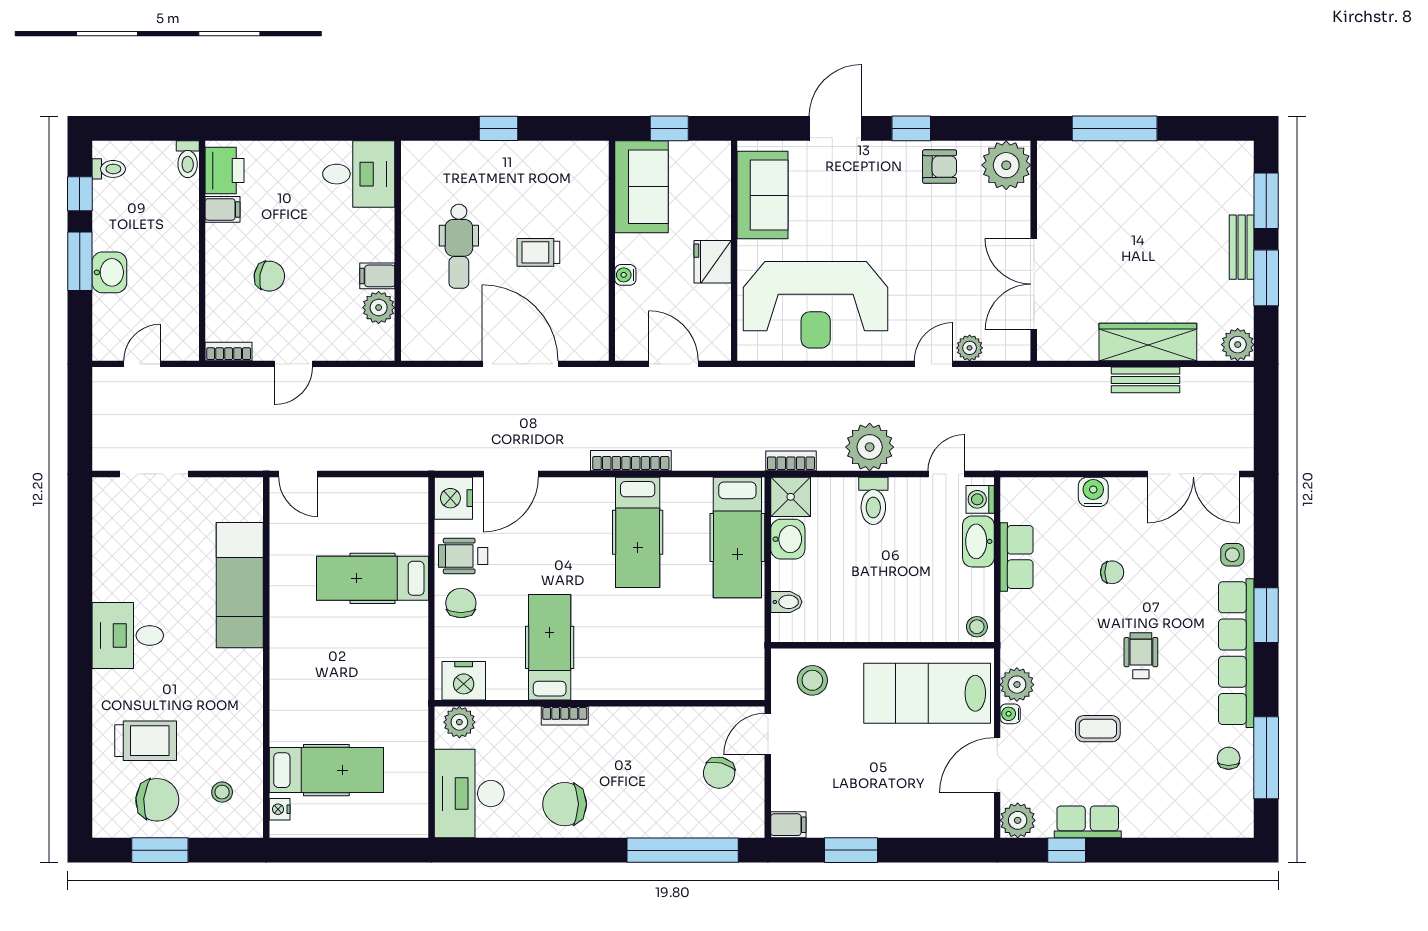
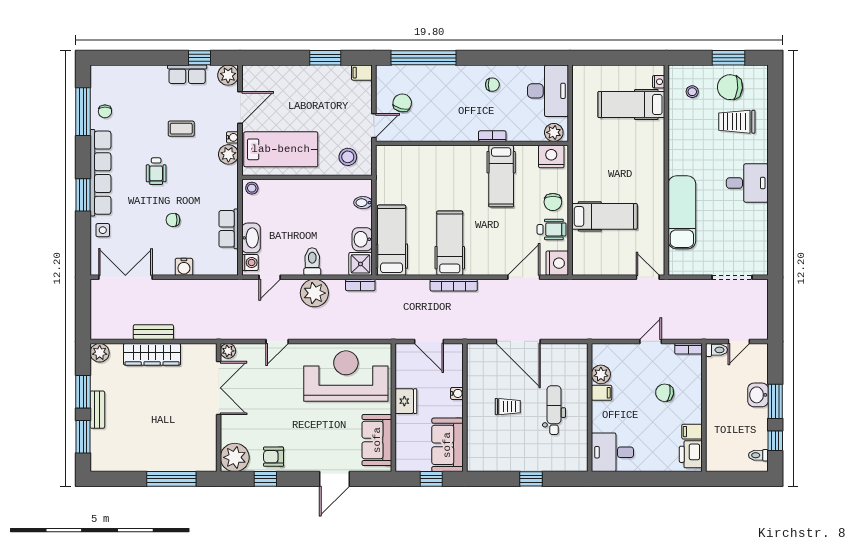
window: (911, 128) -> (265, 479), moved
toilet: (188, 159) -> (716, 350), moved, turned 90
plant: (970, 348) -> (228, 351), moved
chair: (565, 804) -> (492, 85), width x0.54, depth x0.54

